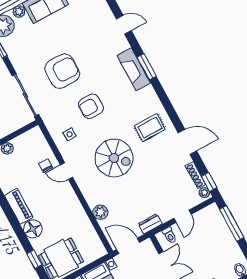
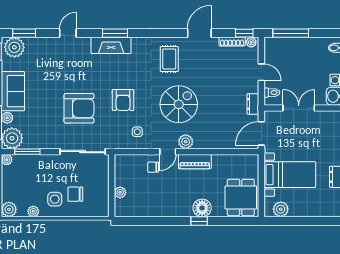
armchair: (62, 71) -> (79, 108), turned 90
piano: (19, 206) -> (195, 162), moved, turned 180
plant: (100, 212) -> (186, 142), moved
window: (34, 259) -> (199, 221), moved

